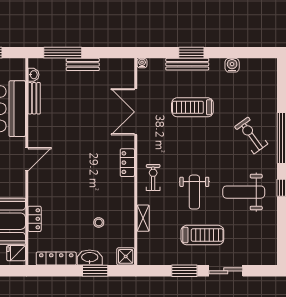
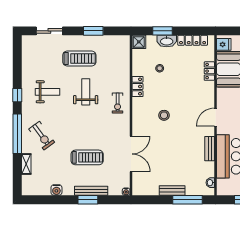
bench: (34, 98) -> (210, 149), moved
stool: (93, 162) -> (164, 115), added
locker: (127, 163) -> (138, 86), moved
weight bench: (244, 192) -> (47, 92), width x0.73, depth x0.75
shelving: (143, 218) -> (26, 164), moved
treadmill: (202, 235) -> (79, 59), turned 180
sliding door: (226, 271) -> (49, 31), moved

